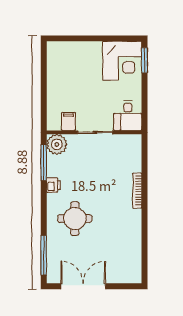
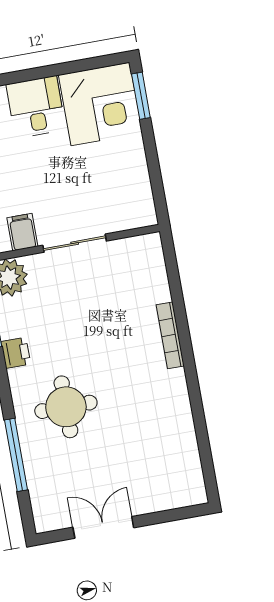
desk: (128, 116) -> (36, 107), moved, turned 180
window: (44, 255) -> (16, 455), moved
double door: (83, 286) -> (103, 527), width x0.73

